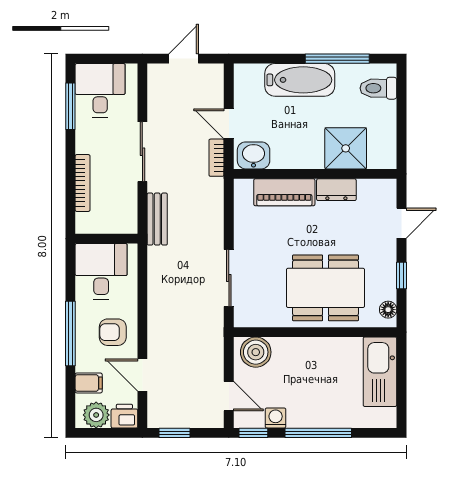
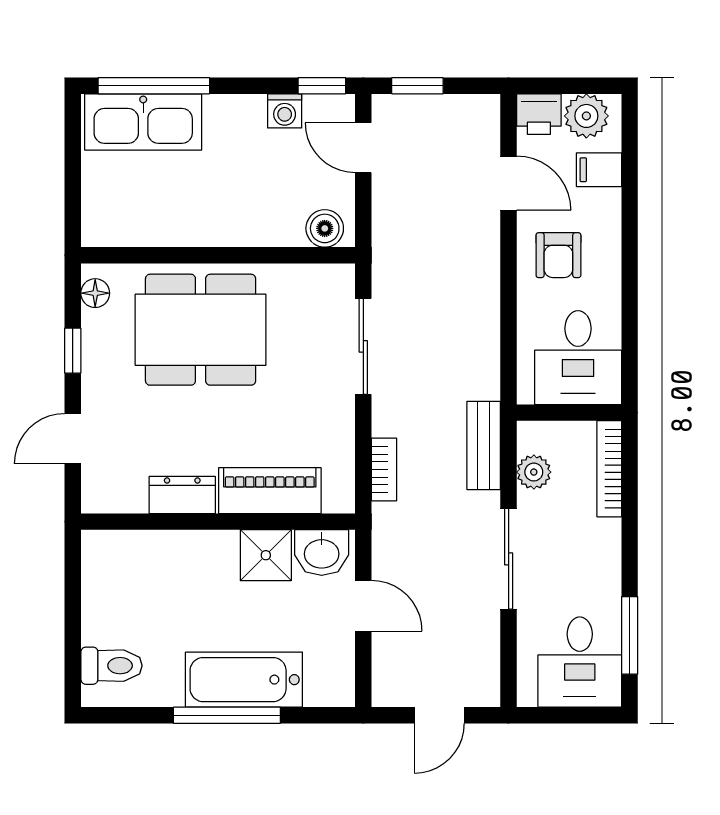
window: (337, 59) -> (227, 715), moved
shower: (346, 148) -> (266, 555), moved, width x0.73, depth x0.73
bookcase: (216, 158) -> (384, 469), moved
bookcase: (83, 183) -> (609, 469), moved
plant: (127, 203) -> (534, 472), added
armchair: (113, 332) -> (558, 255), turned 90
window: (70, 333) -> (630, 253), removed
boiler: (256, 352) -> (325, 228), width x0.73, depth x0.73
kitchen sink: (380, 372) -> (143, 122), moved, turned 90
window: (175, 433) -> (417, 86), moved
window: (318, 433) -> (154, 86), moved

